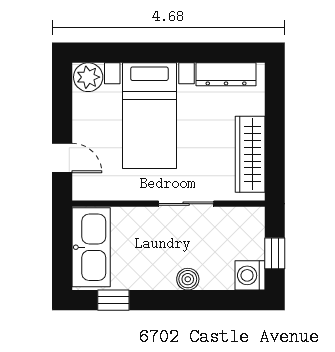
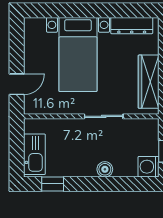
plant: (88, 77) -> (35, 28), removed
door: (62, 158) -> (17, 84), hinge flipped
kitchen sink: (91, 247) -> (34, 154), width x0.73, depth x0.81

